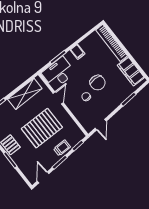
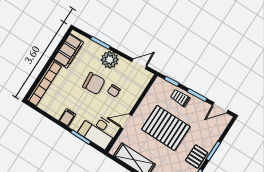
chair: (98, 83) -> (94, 83), turned 85
plant: (112, 102) -> (110, 60), added

